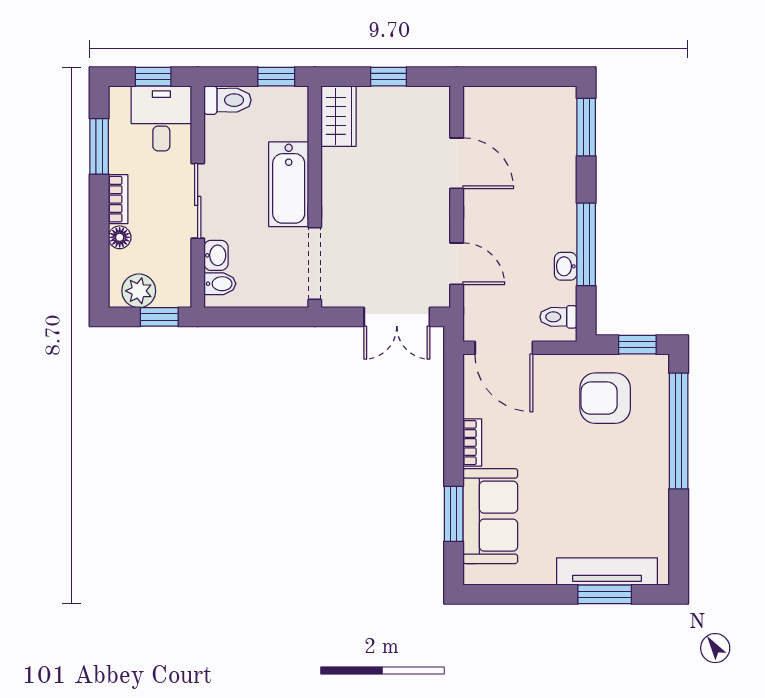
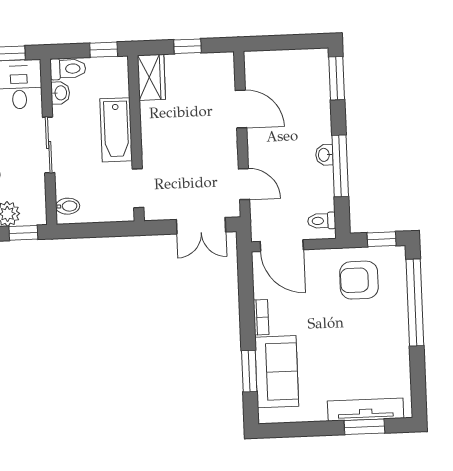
washbasin: (216, 255) -> (60, 93), moved
doorway: (315, 264) -> (138, 188), width x0.73
washbasin: (566, 266) -> (324, 155), moved

